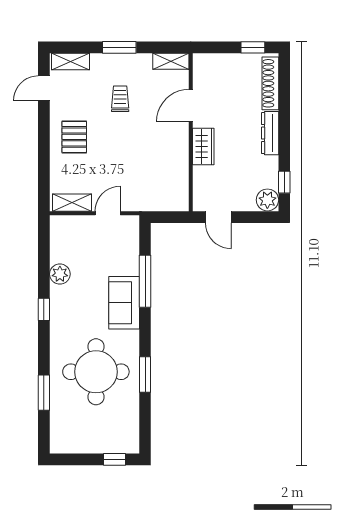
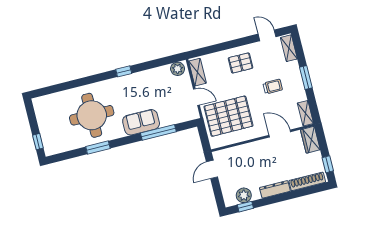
wardrobe: (203, 146) -> (310, 140), moved, turned 90
pallet: (147, 174) -> (228, 116), added
plant: (267, 200) -> (244, 195), moved
plant: (60, 274) -> (178, 69), moved
window: (44, 393) -> (70, 85), removed

